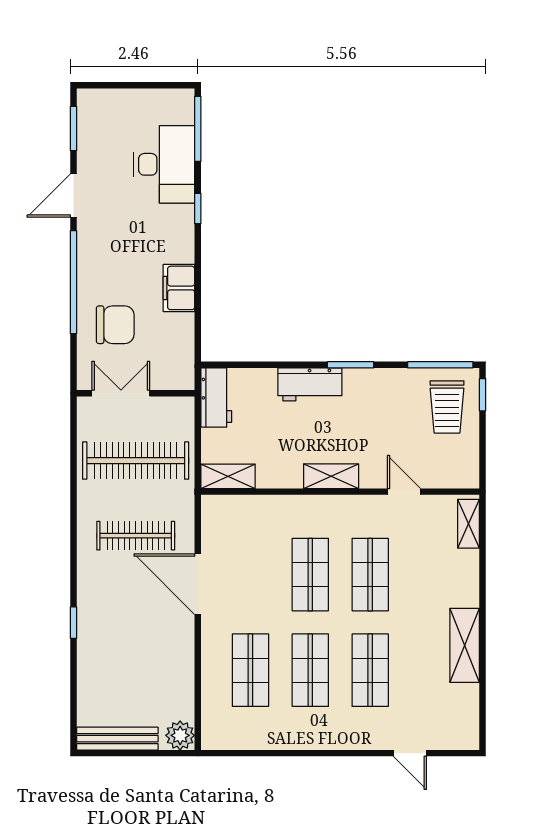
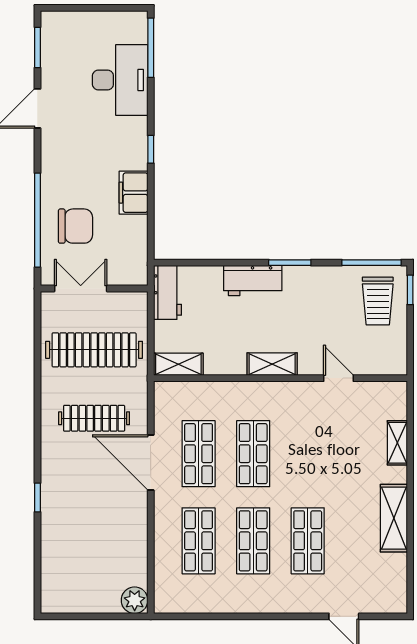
window: (198, 208) -> (151, 149), moved
window: (74, 282) -> (37, 220), moved
shelving: (469, 524) -> (397, 443), moved
shop shelf: (370, 575) -> (199, 454), moved
bench: (117, 739) -> (77, 603), removed

